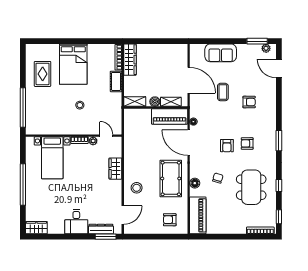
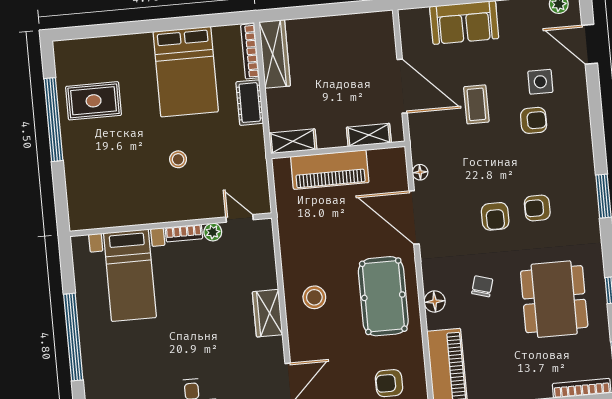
bed: (73, 64) -> (186, 72), moved
rug: (43, 74) -> (94, 101), turned 90
side table: (254, 84) -> (540, 82), added
boiler: (155, 102) -> (335, 138), removed
window: (23, 107) -> (54, 120), moved
piano: (170, 116) -> (330, 170), moved
wardrobe: (115, 169) -> (268, 313), moved
stool: (137, 188) -> (314, 297), moved

